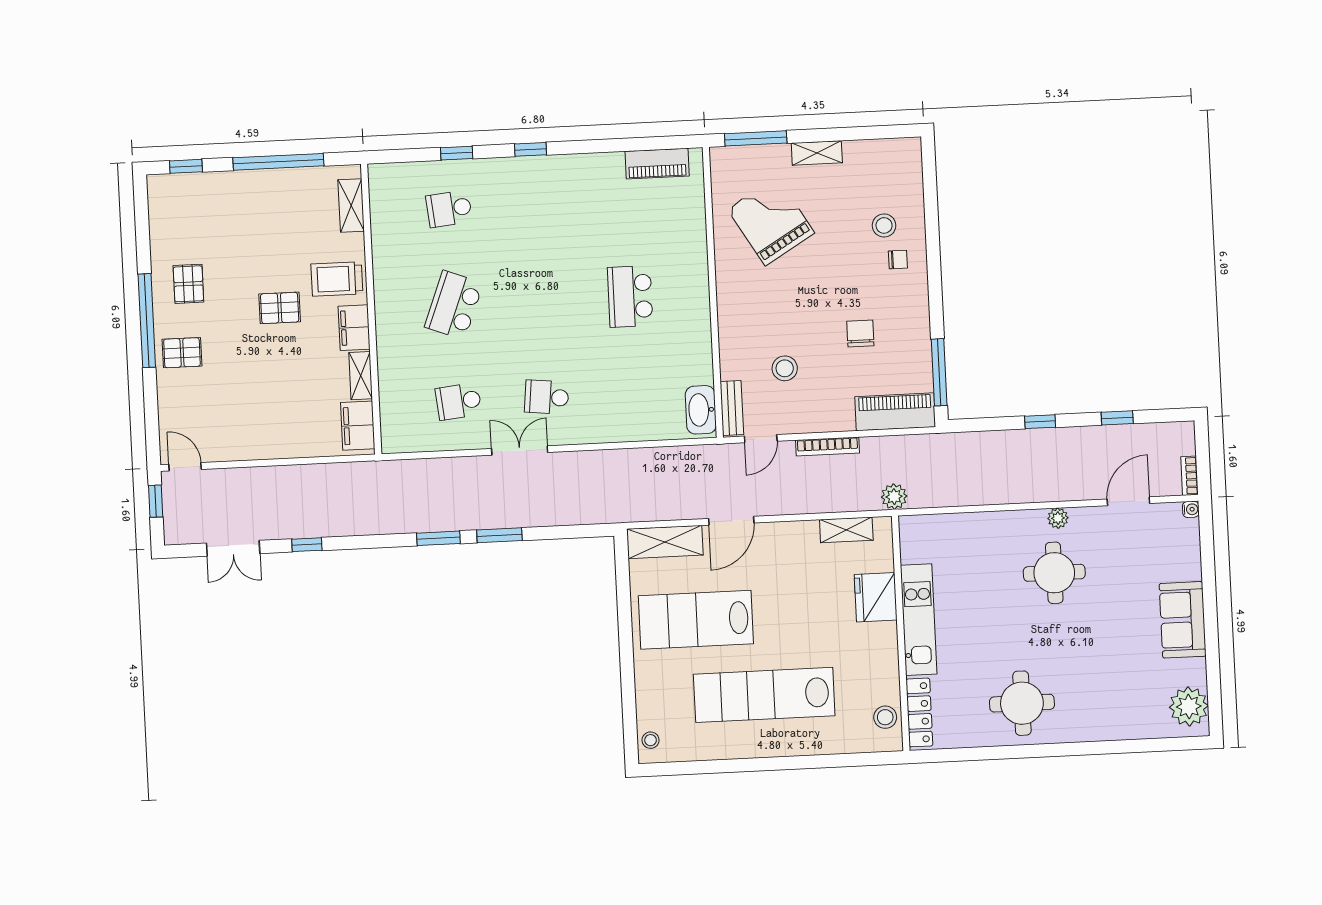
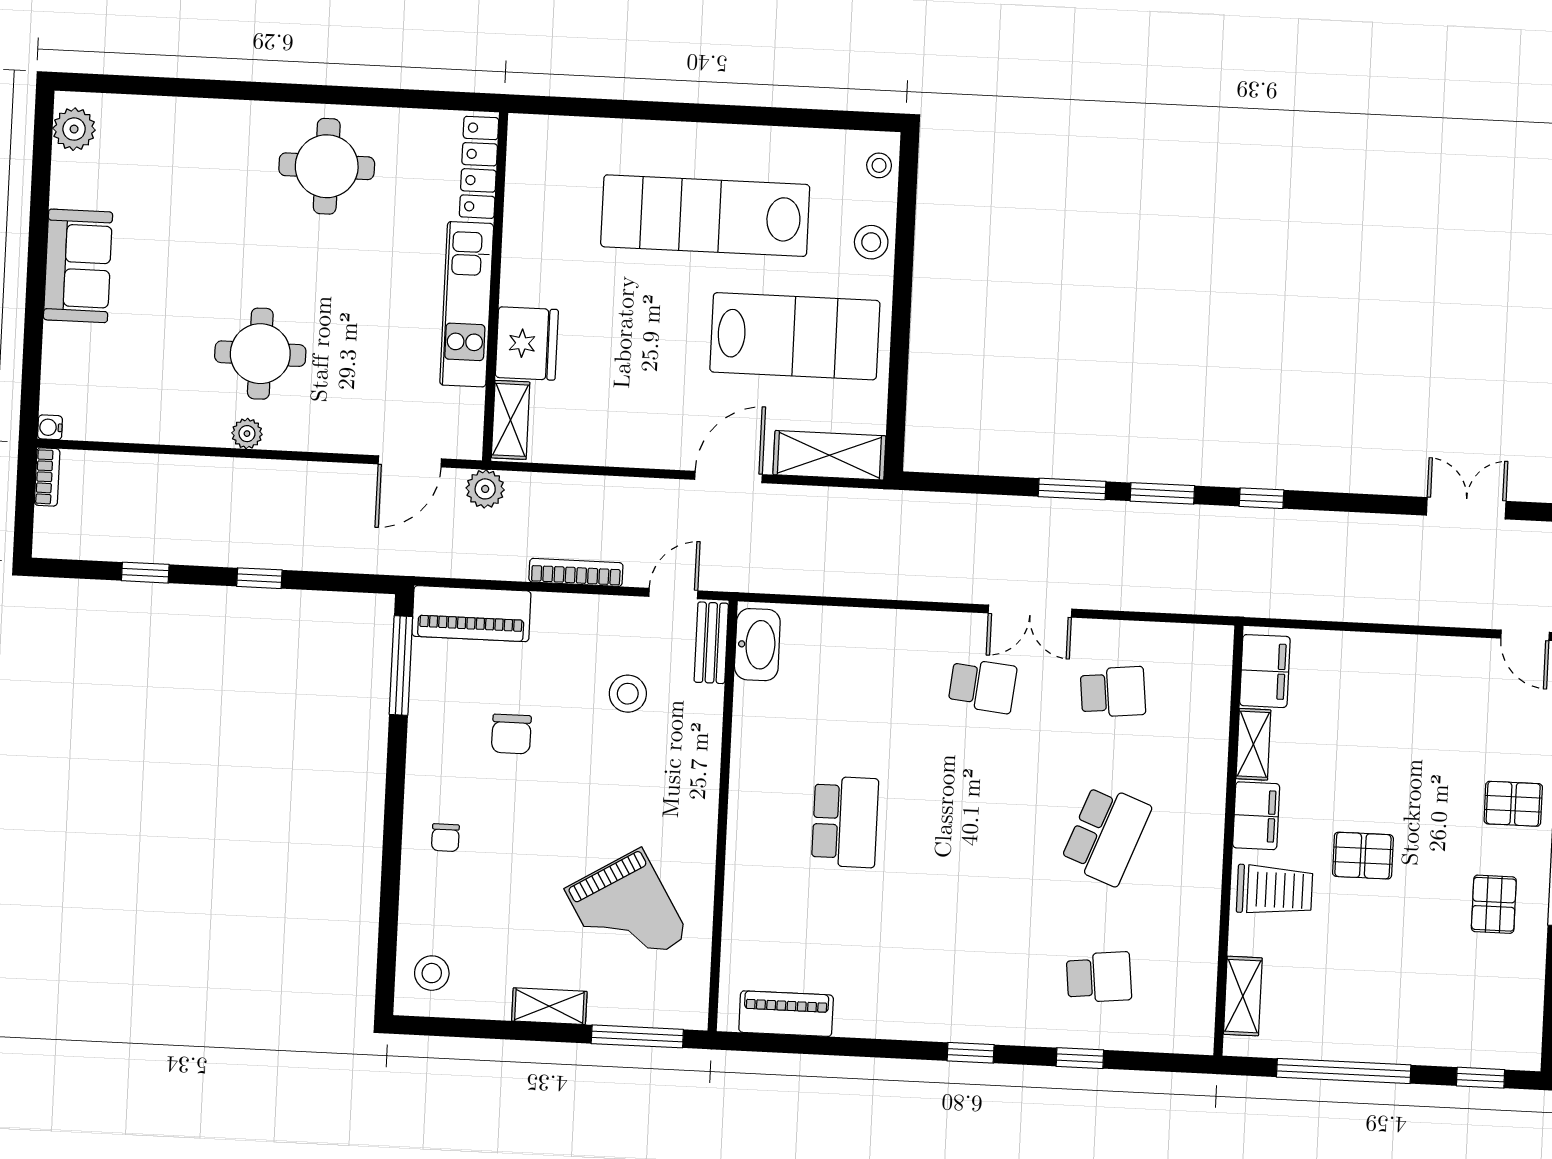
stool: (884, 225) -> (432, 973), moved
chair: (898, 260) -> (445, 838), turned -90
door: (1128, 501) -> (410, 461), moved
shelving: (846, 530) -> (511, 420), moved, turned 90
window: (307, 545) -> (1262, 498), moved
lab bench: (764, 695) -> (705, 216), turned 180
plant: (1189, 707) -> (74, 129), width x0.73, depth x0.73
stool: (885, 717) -> (871, 242), moved

